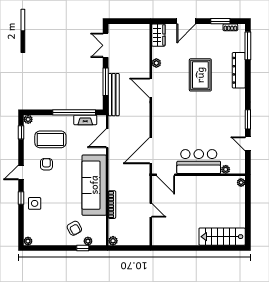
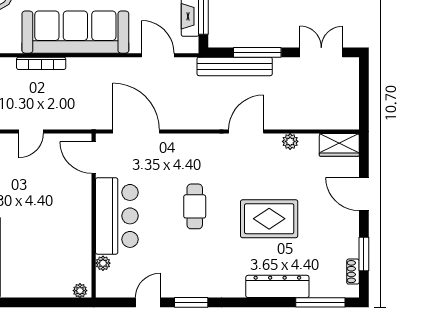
cafe table: (193, 117) -> (195, 206), added
door: (166, 175) -> (94, 158), hinge flipped

